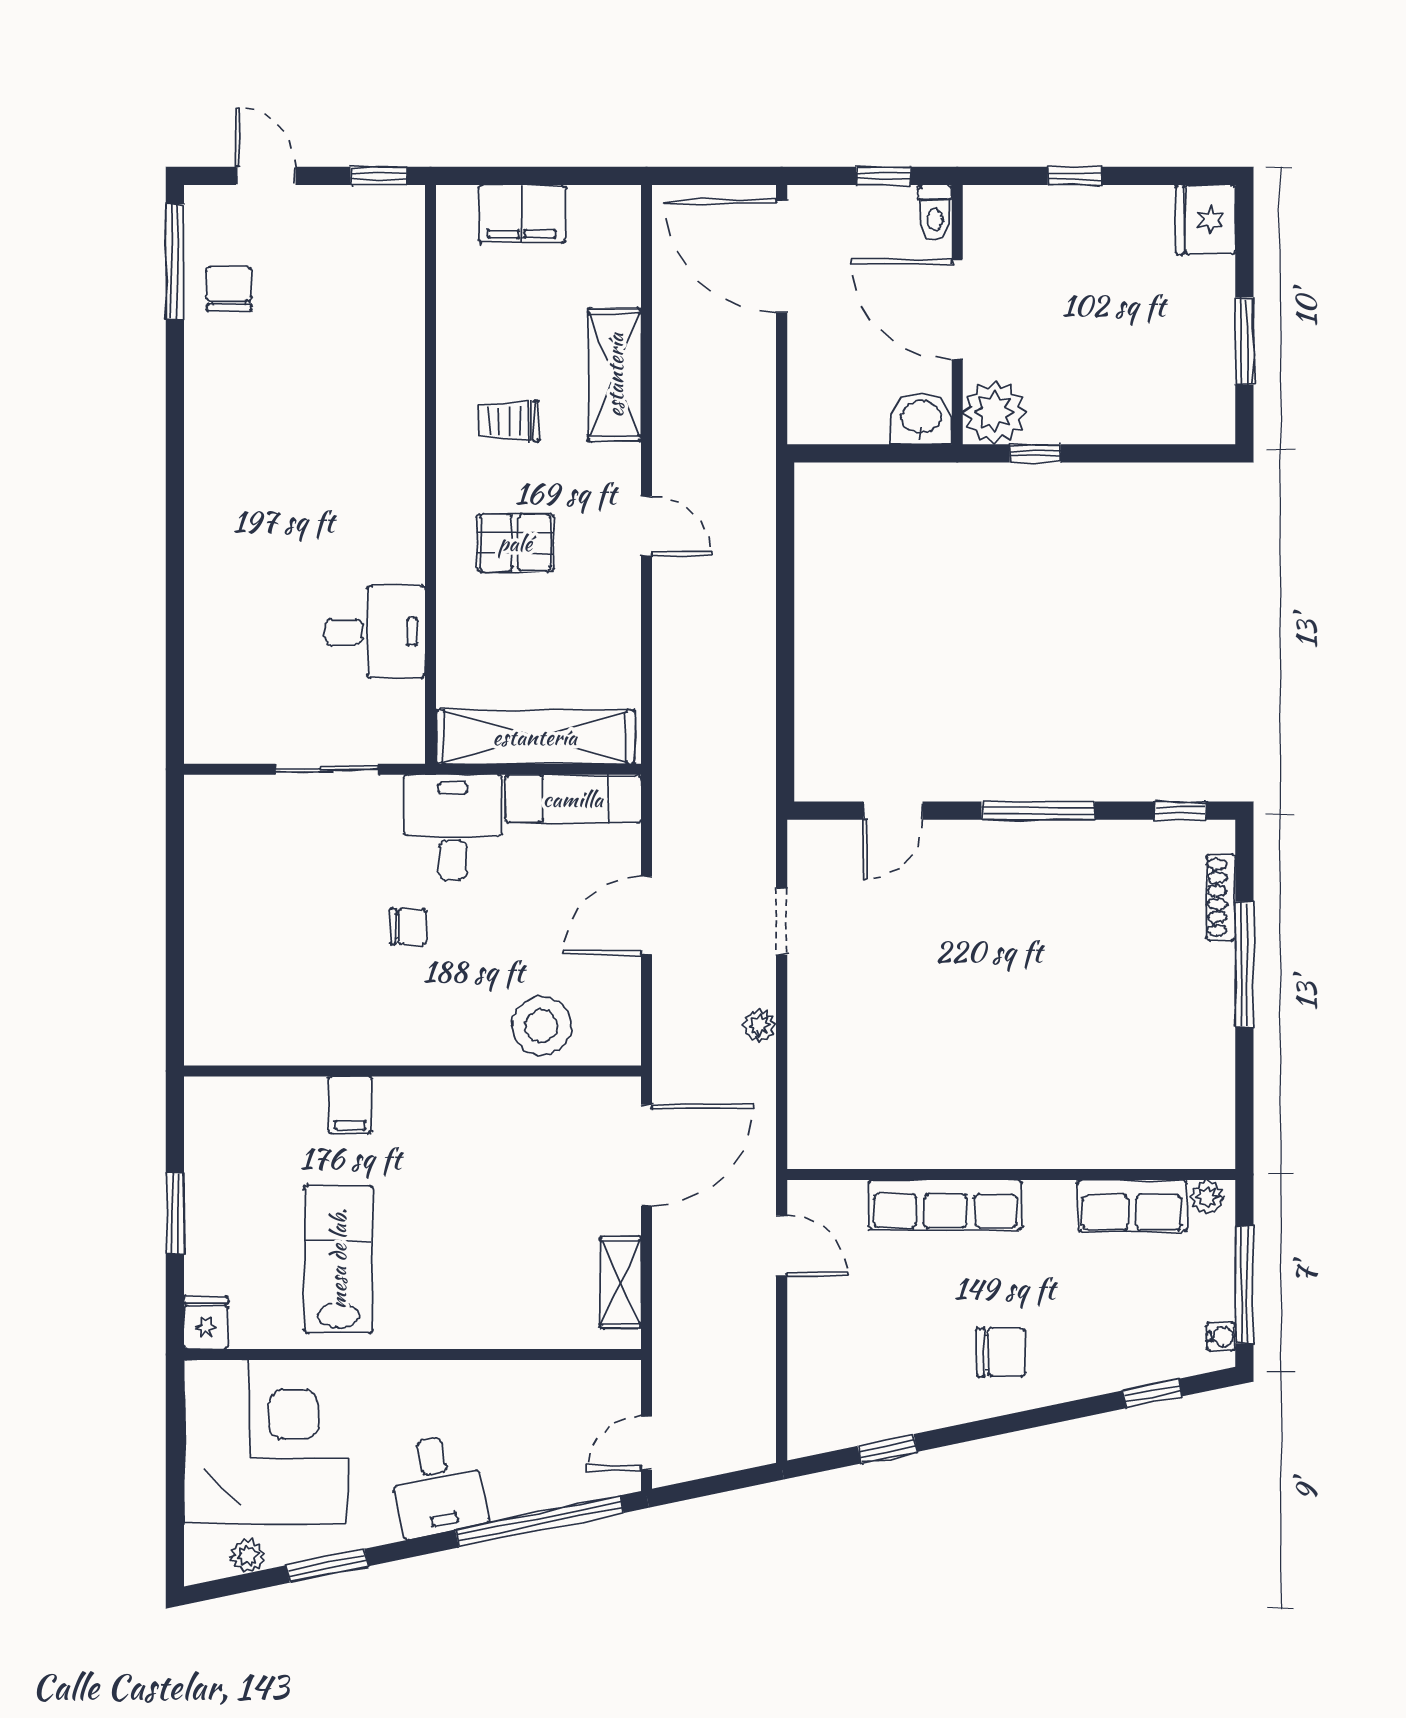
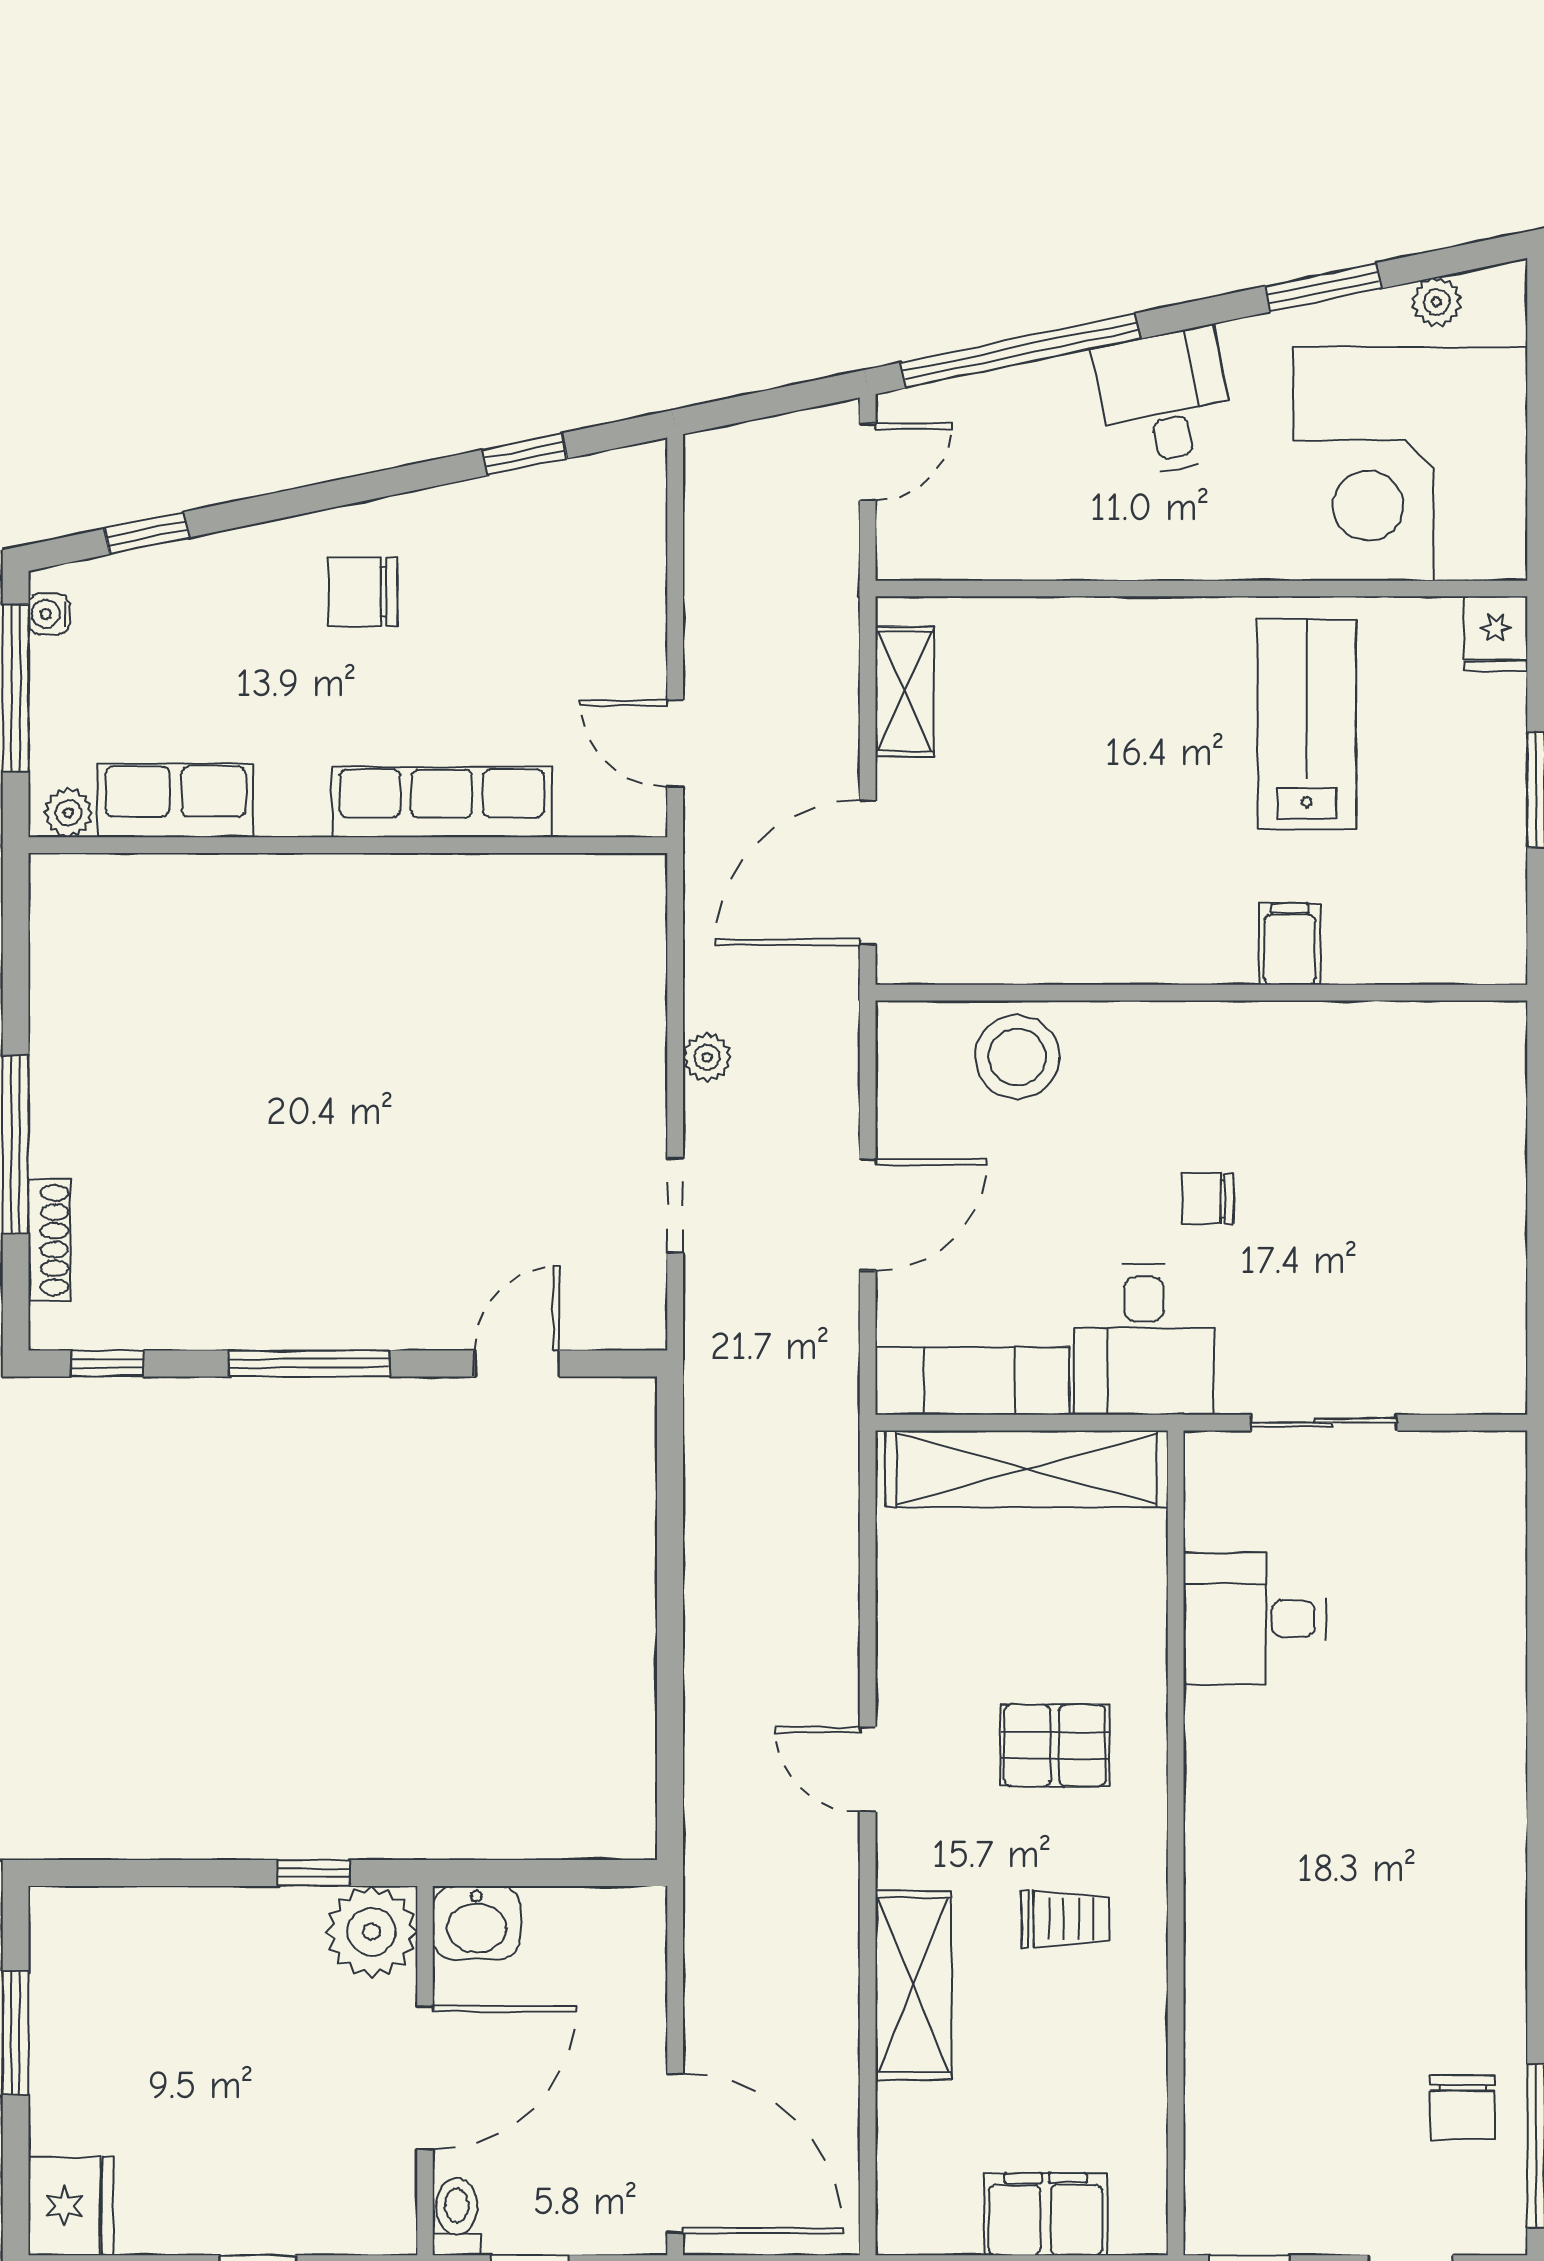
door: (957, 310) -> (425, 2078), hinge flipped
lab bench: (338, 1259) -> (1307, 724), turned 180

